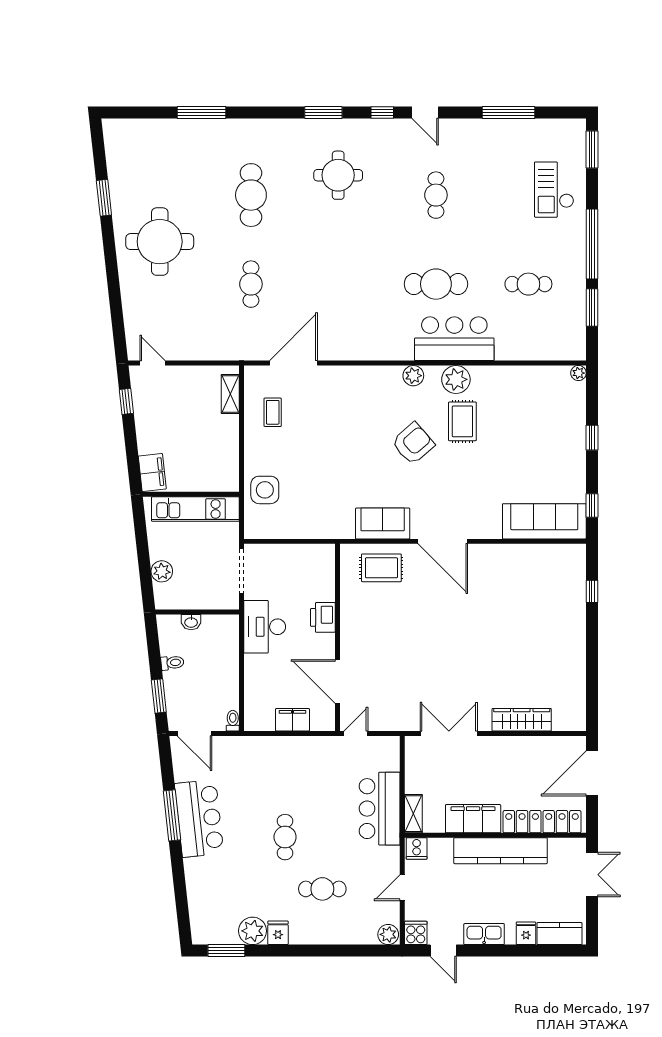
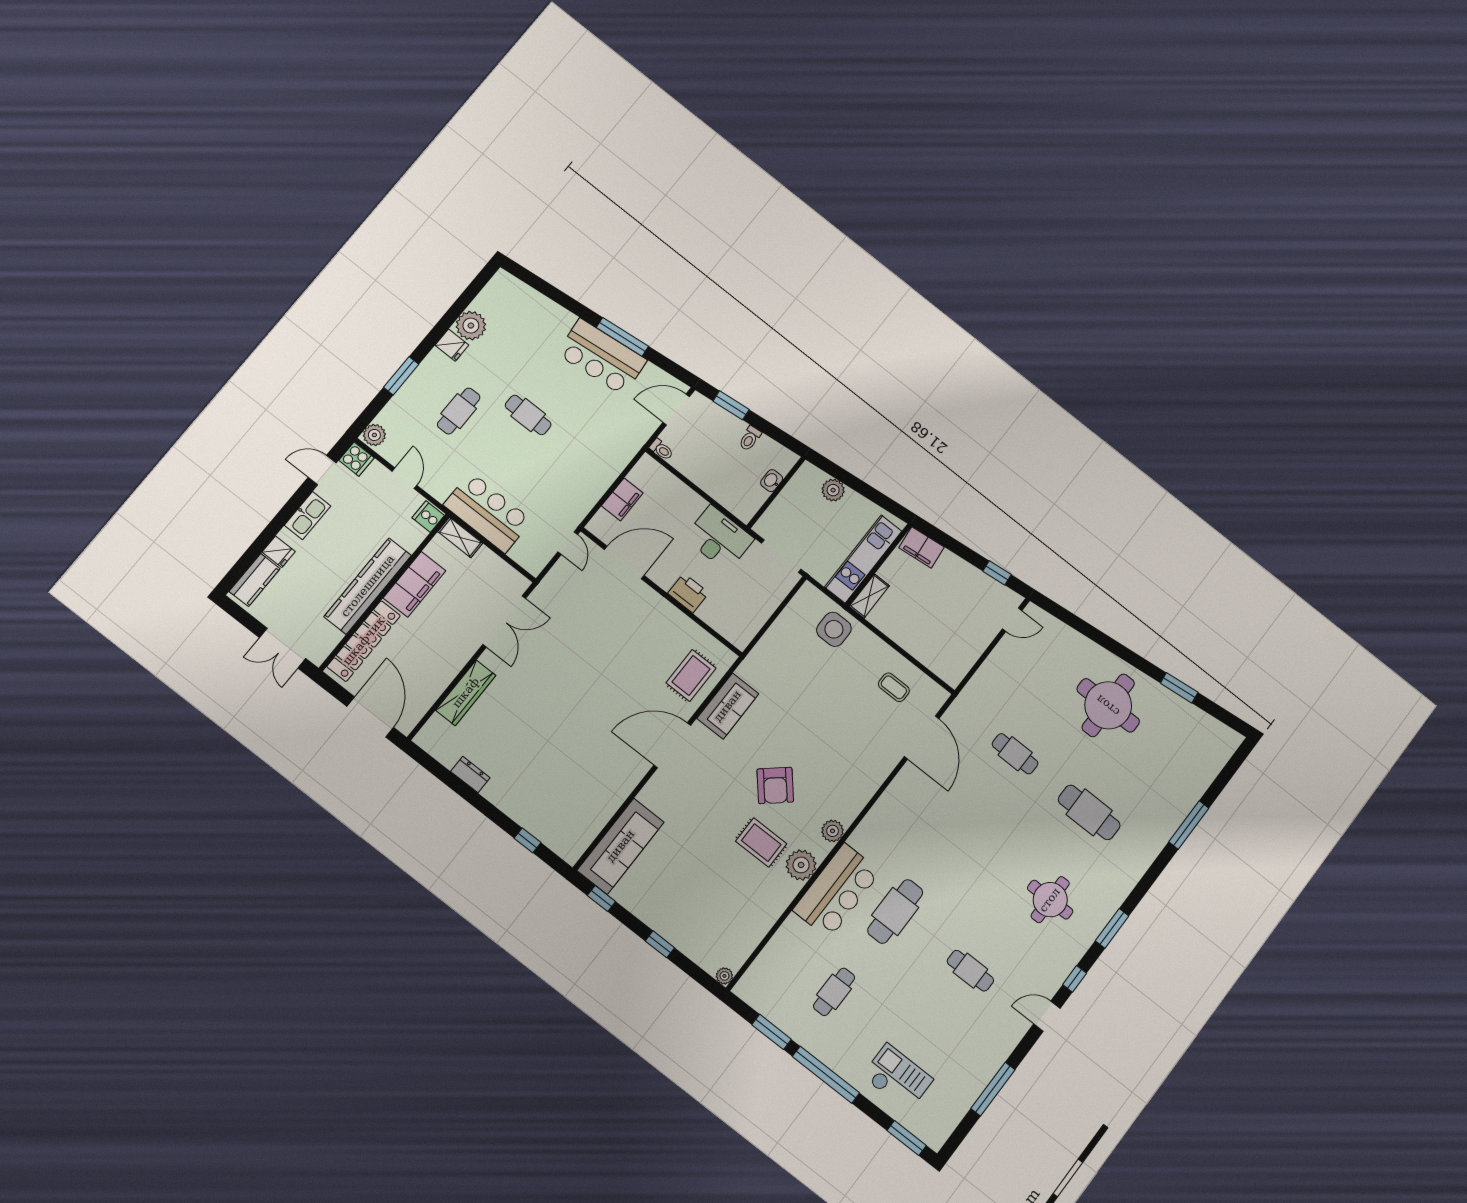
shelving: (230, 394) -> (869, 596), moved, turned 90
dresser: (577, 670) -> (470, 775), added
window: (226, 951) -> (401, 376), moved

